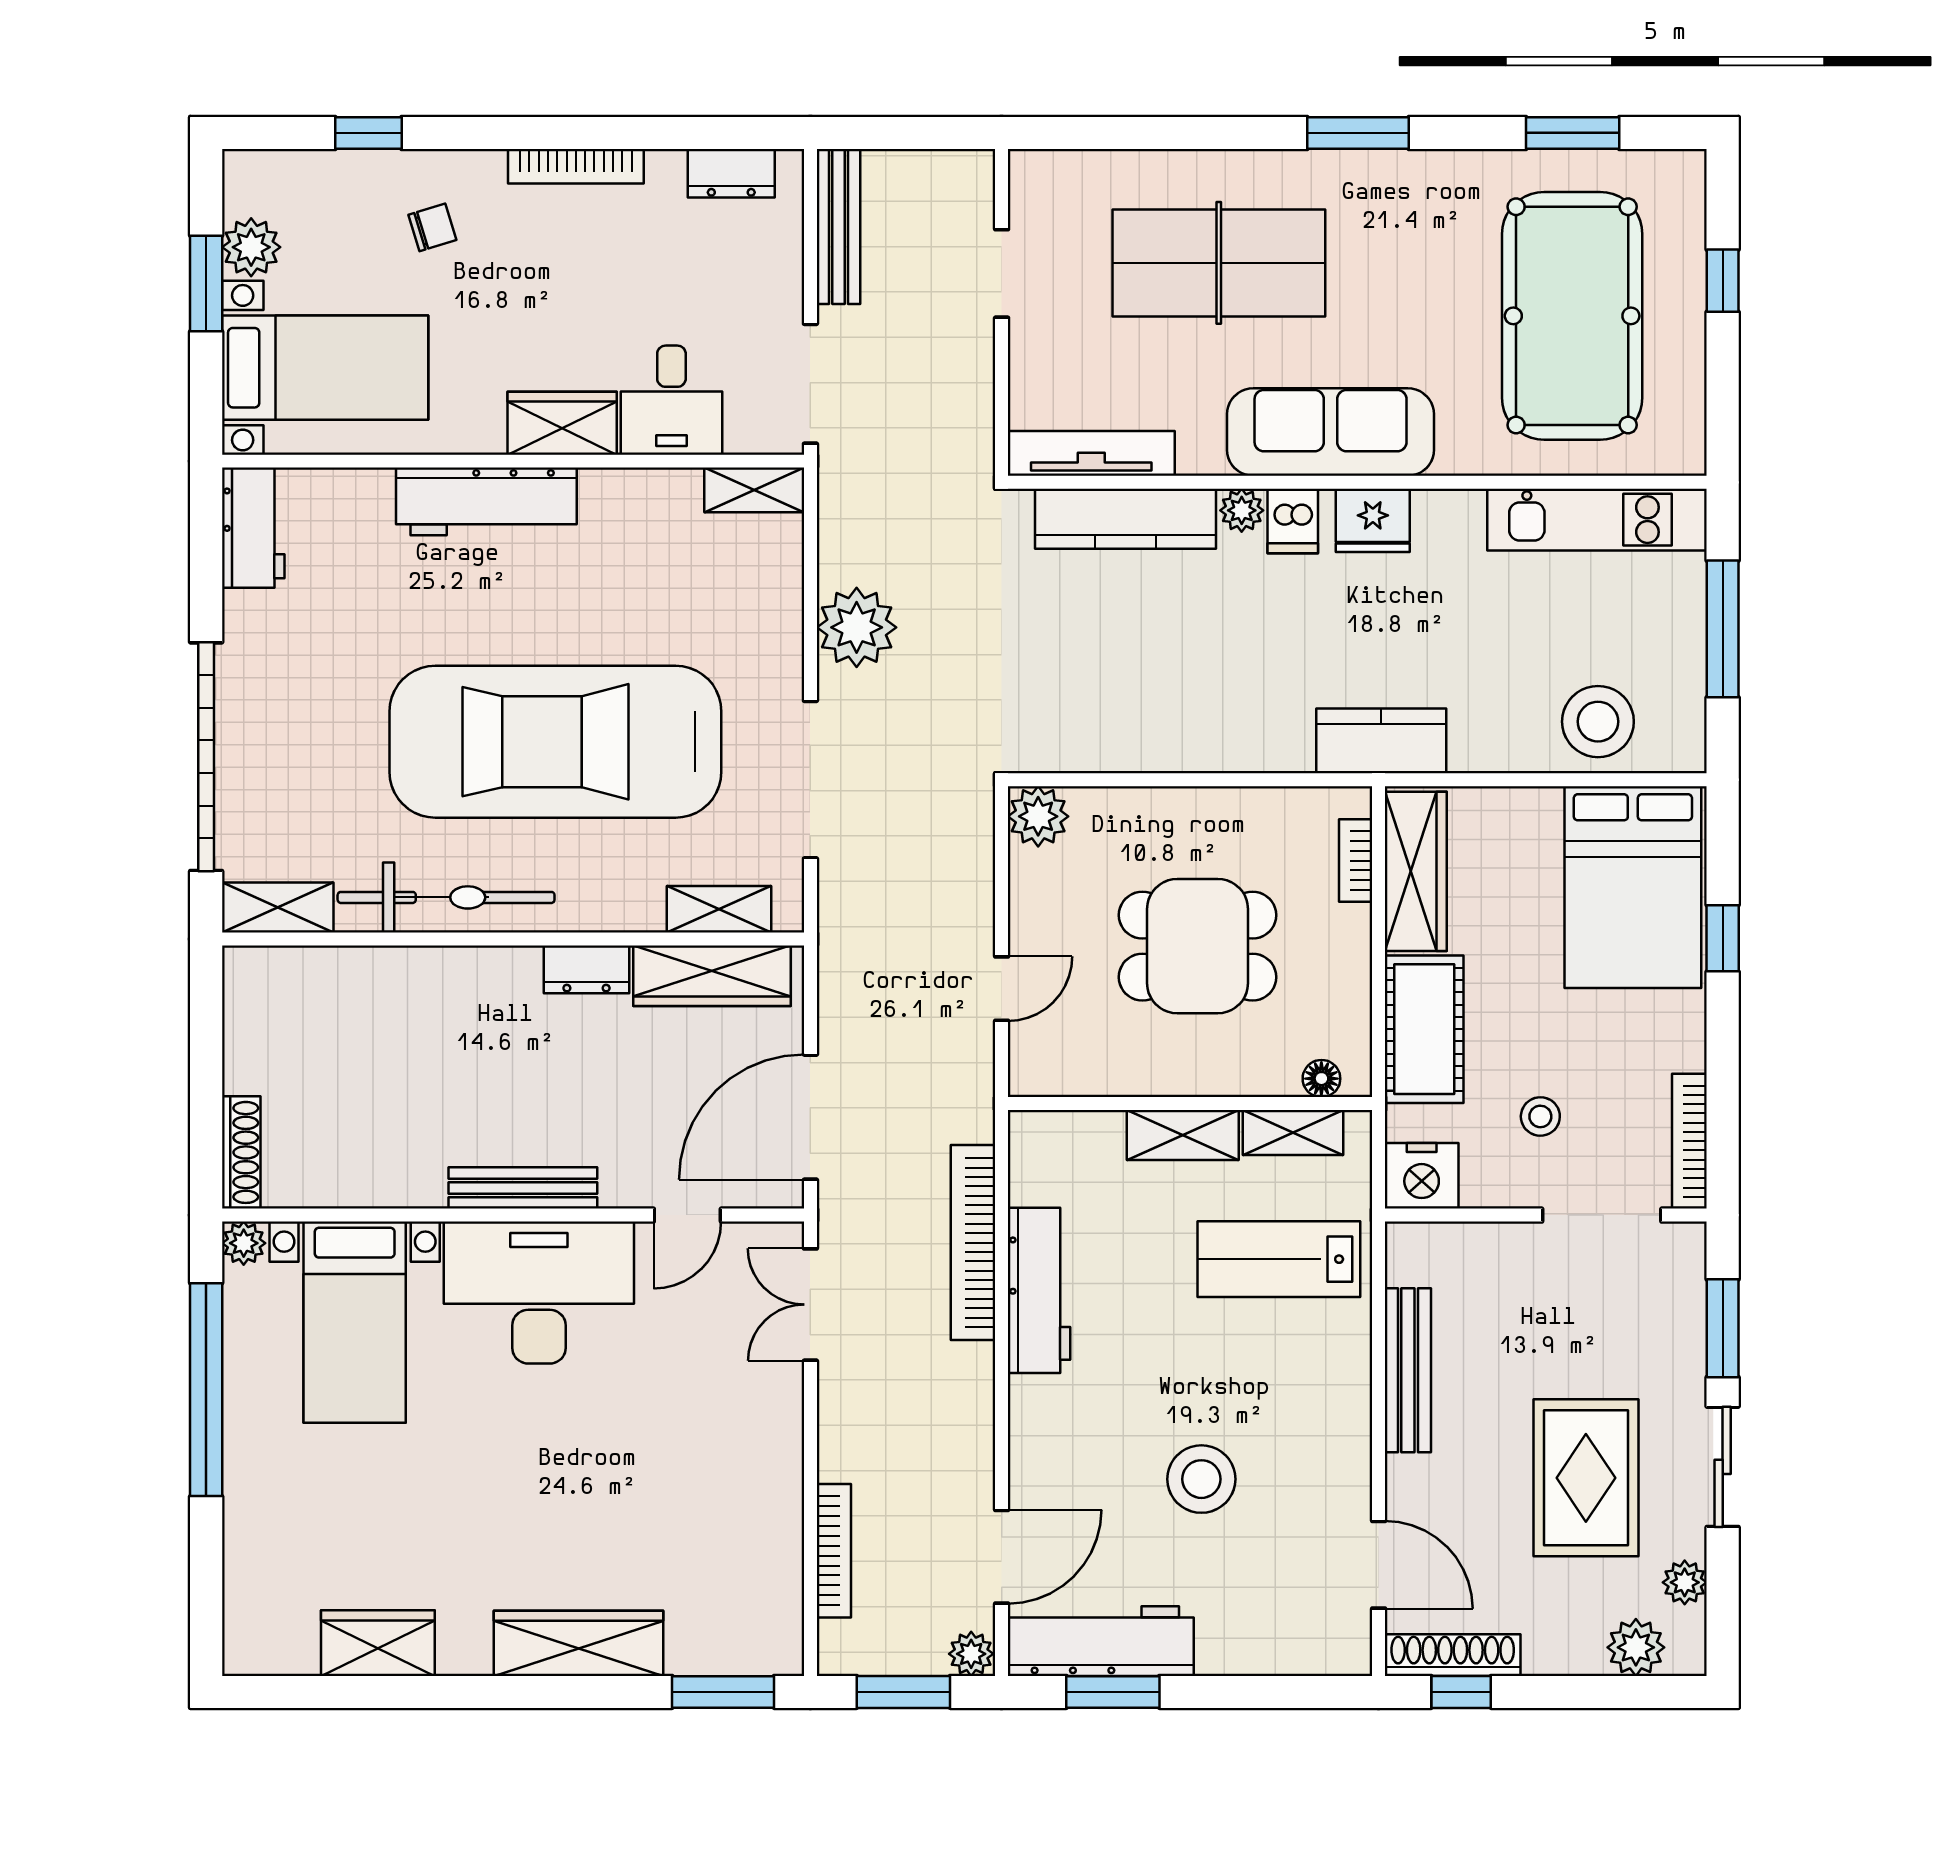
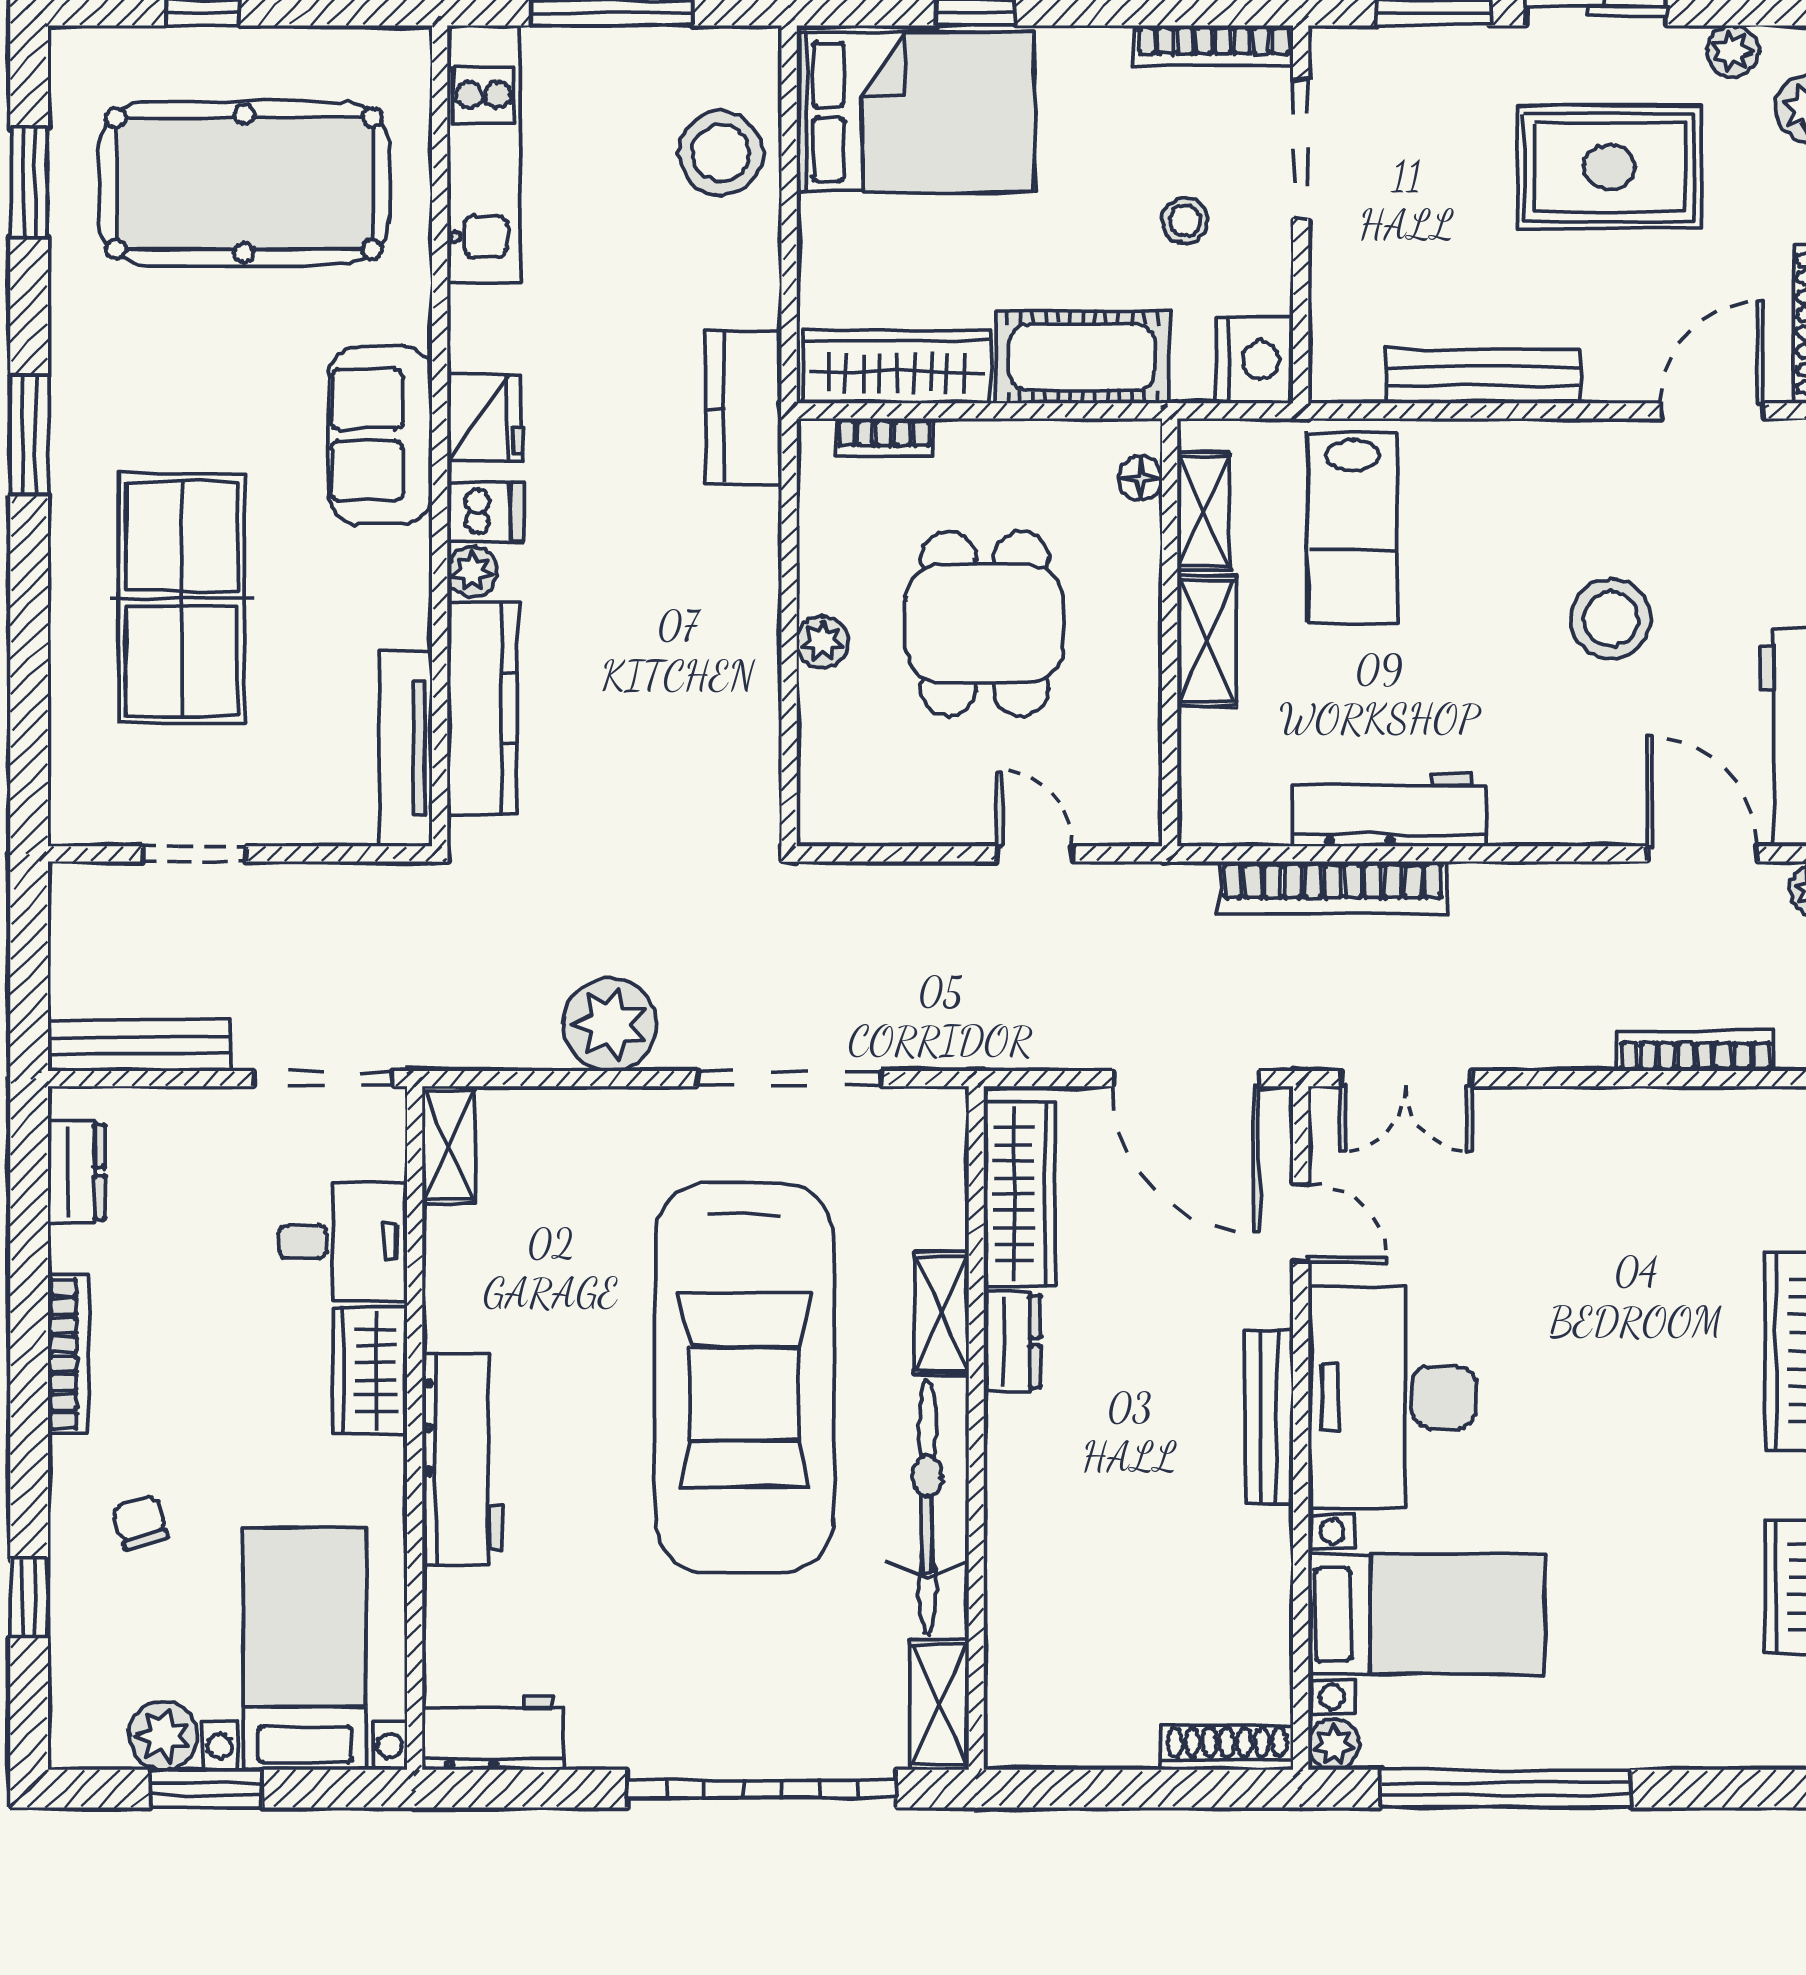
sofa: (1331, 432) -> (381, 435), width x0.73
plant: (1038, 816) -> (822, 642), moved, width x0.73, depth x0.73
shelving: (719, 909) -> (941, 1313), moved

